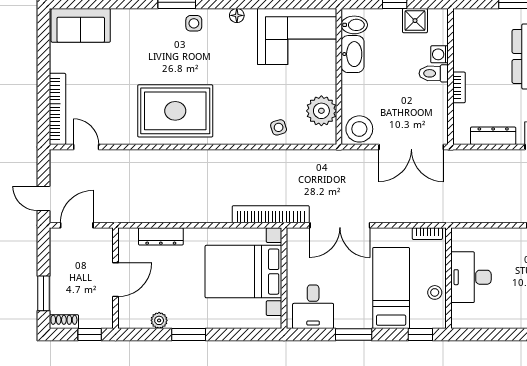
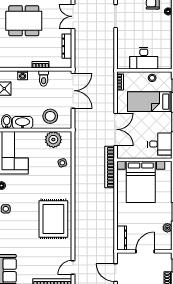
toilet: (434, 73) -> (44, 78), moved
stool: (359, 129) -> (50, 116), moved
dresser: (161, 236) -> (122, 238), moved
door: (116, 280) -> (145, 251), hinge flipped

